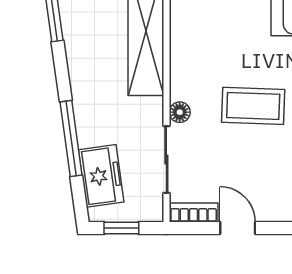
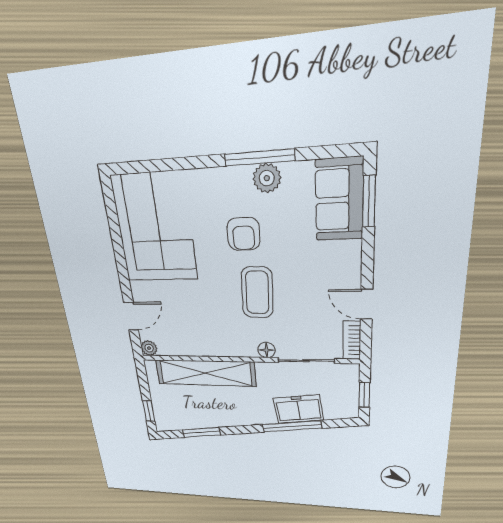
freezer: (101, 176) -> (298, 409), moved
door: (238, 228) -> (367, 304), hinge flipped

